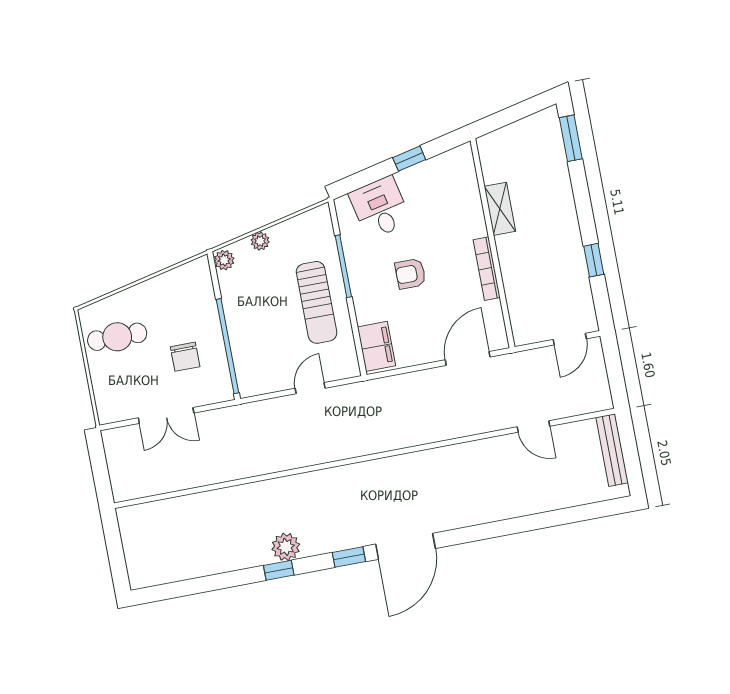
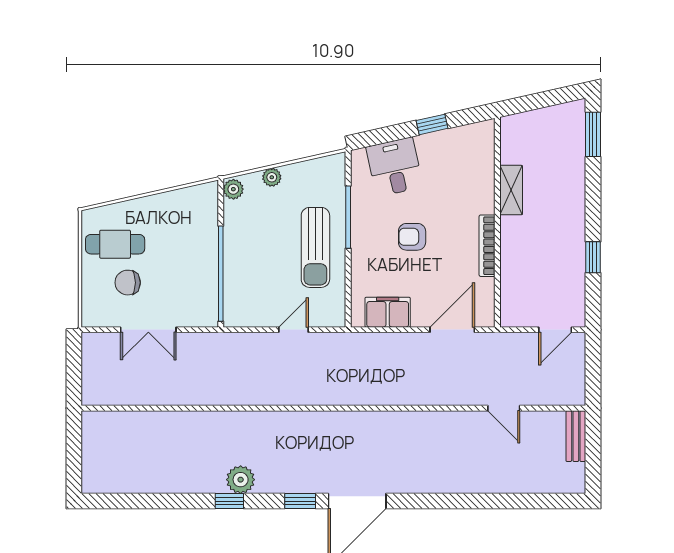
filing cabinet: (376, 346) -> (388, 312), moved, turned -90
chair: (185, 357) -> (128, 283), moved, turned 90
bench: (612, 450) -> (576, 436), width x0.73

